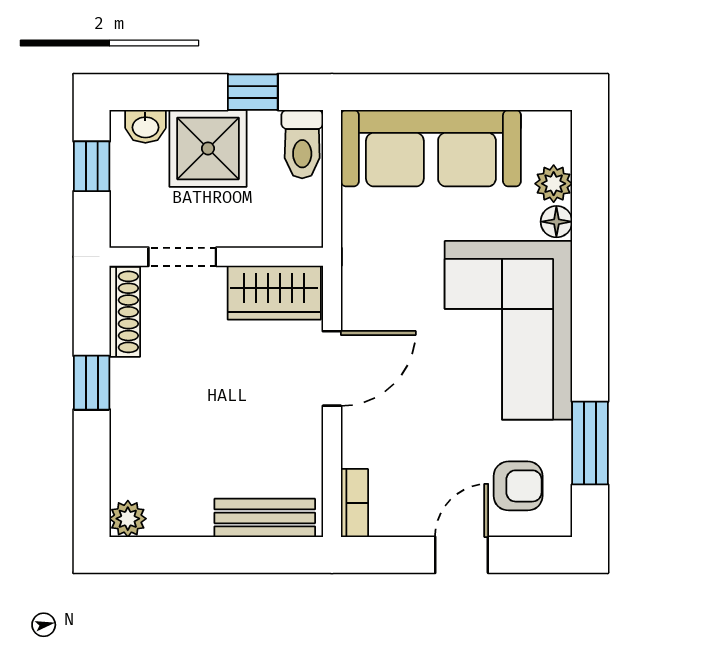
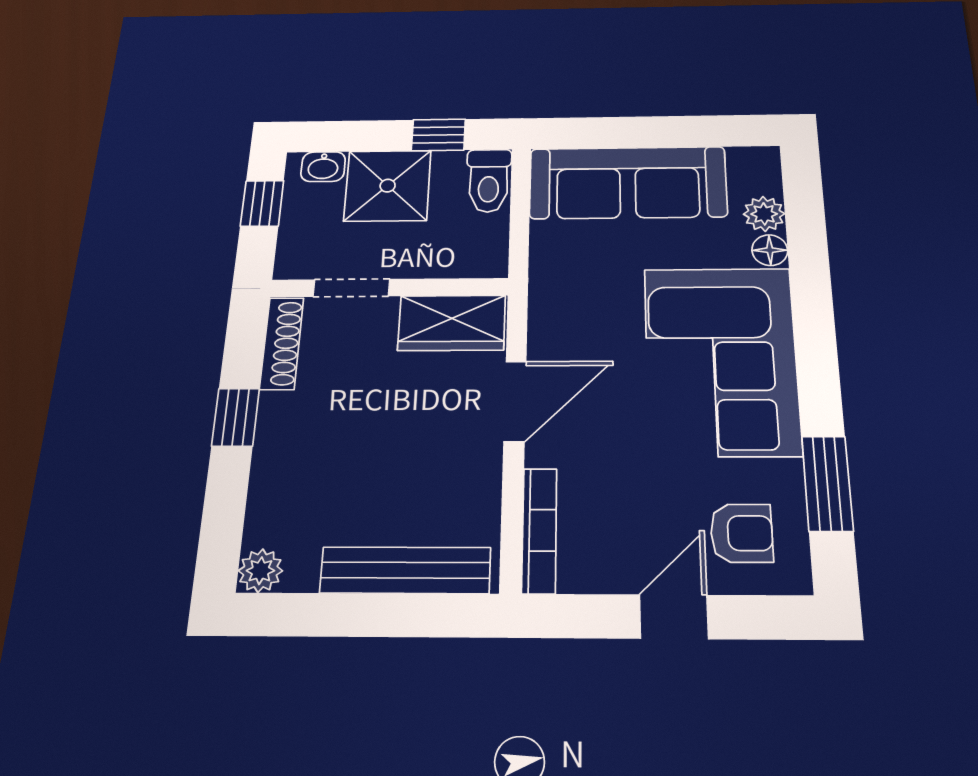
bookcase: (354, 503) -> (539, 530), width x1.56
bench: (265, 518) -> (405, 570), width x1.36

